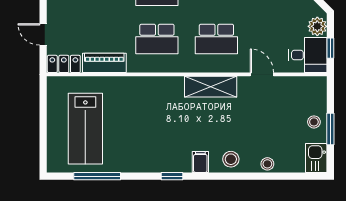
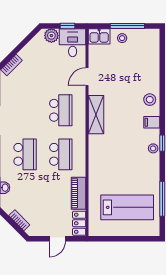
window: (330, 129) -> (127, 26), width x1.44
kitchen sink: (316, 158) -> (99, 36), moved
stool: (267, 164) -> (153, 148), moved

